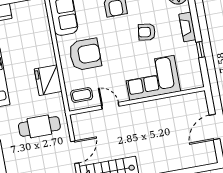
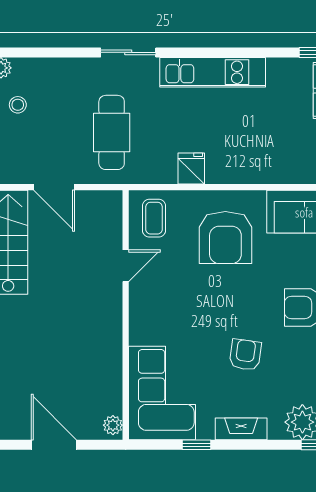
corner sofa: (152, 78) -> (162, 393), moved
fridge: (48, 80) -> (191, 168), width x0.53, depth x0.75
plant: (198, 97) -> (113, 425), added

